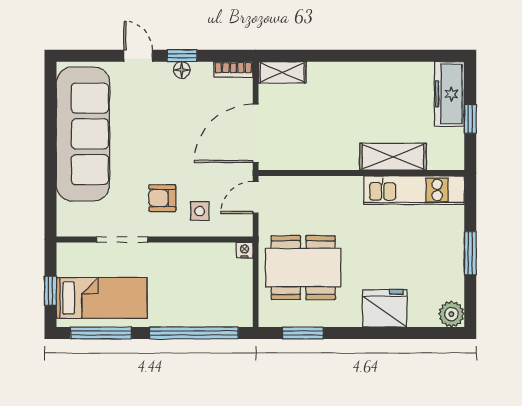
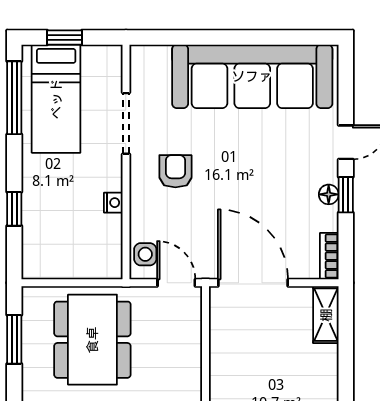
side table: (200, 211) -> (145, 254), moved
nightstand: (244, 250) -> (113, 203), moved
window: (194, 333) -> (14, 209), width x0.32

